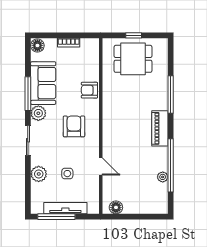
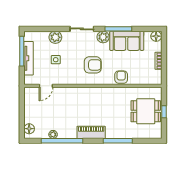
dining table: (133, 59) -> (146, 111), turned 90
door: (101, 167) -> (46, 86), moved
floor lamp: (116, 207) -> (29, 129), moved

